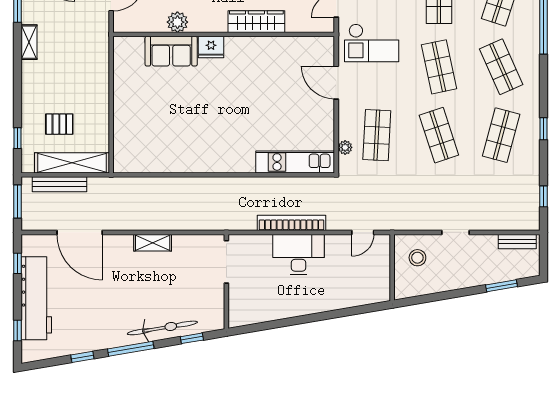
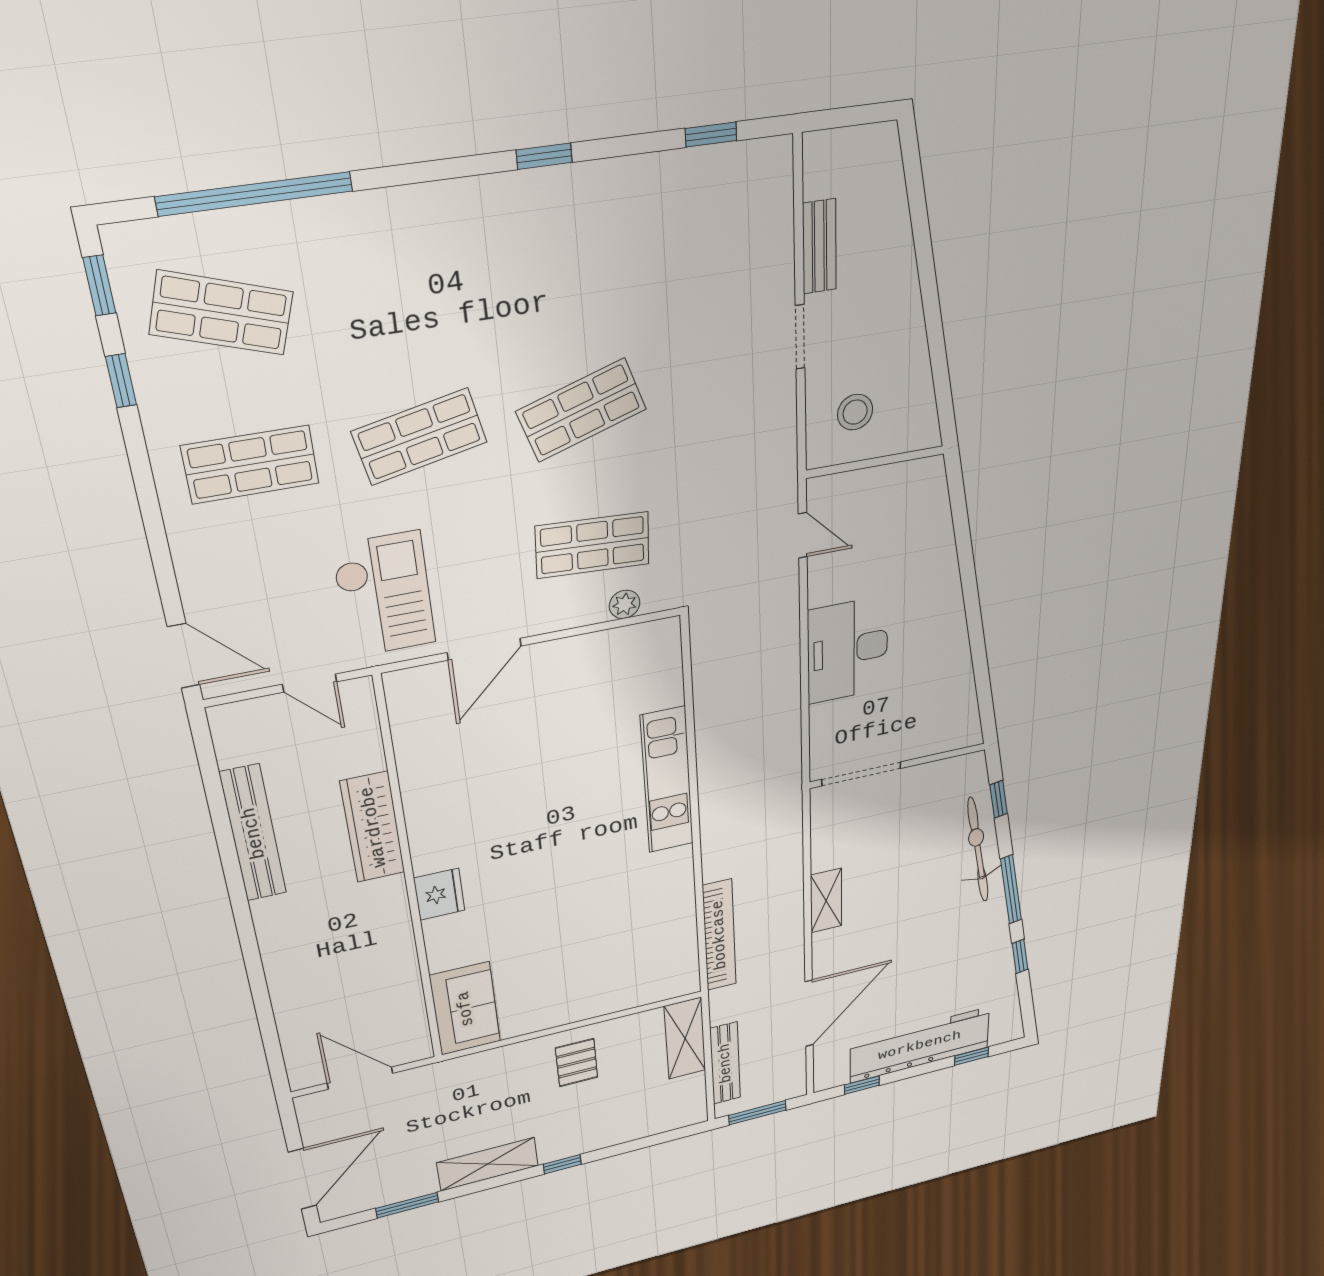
plant: (177, 22) -> (397, 961), removed
shelving: (29, 42) -> (488, 1164), width x1.50, depth x1.33
sofa: (171, 51) -> (465, 1009), moved
shop shelf: (501, 67) -> (399, 287), removed
pallet: (59, 124) -> (577, 1063), moved
shop shelf: (501, 135) -> (569, 263), removed
window: (17, 138) -> (562, 1164), moved
kitchen unit: (295, 162) -> (667, 781), moved
shelving: (72, 163) -> (685, 1039), width x0.68
bookcase: (292, 223) -> (719, 935), moved, turned 180
bench: (517, 242) -> (819, 247), moved
window: (502, 286) -> (918, 211), removed

